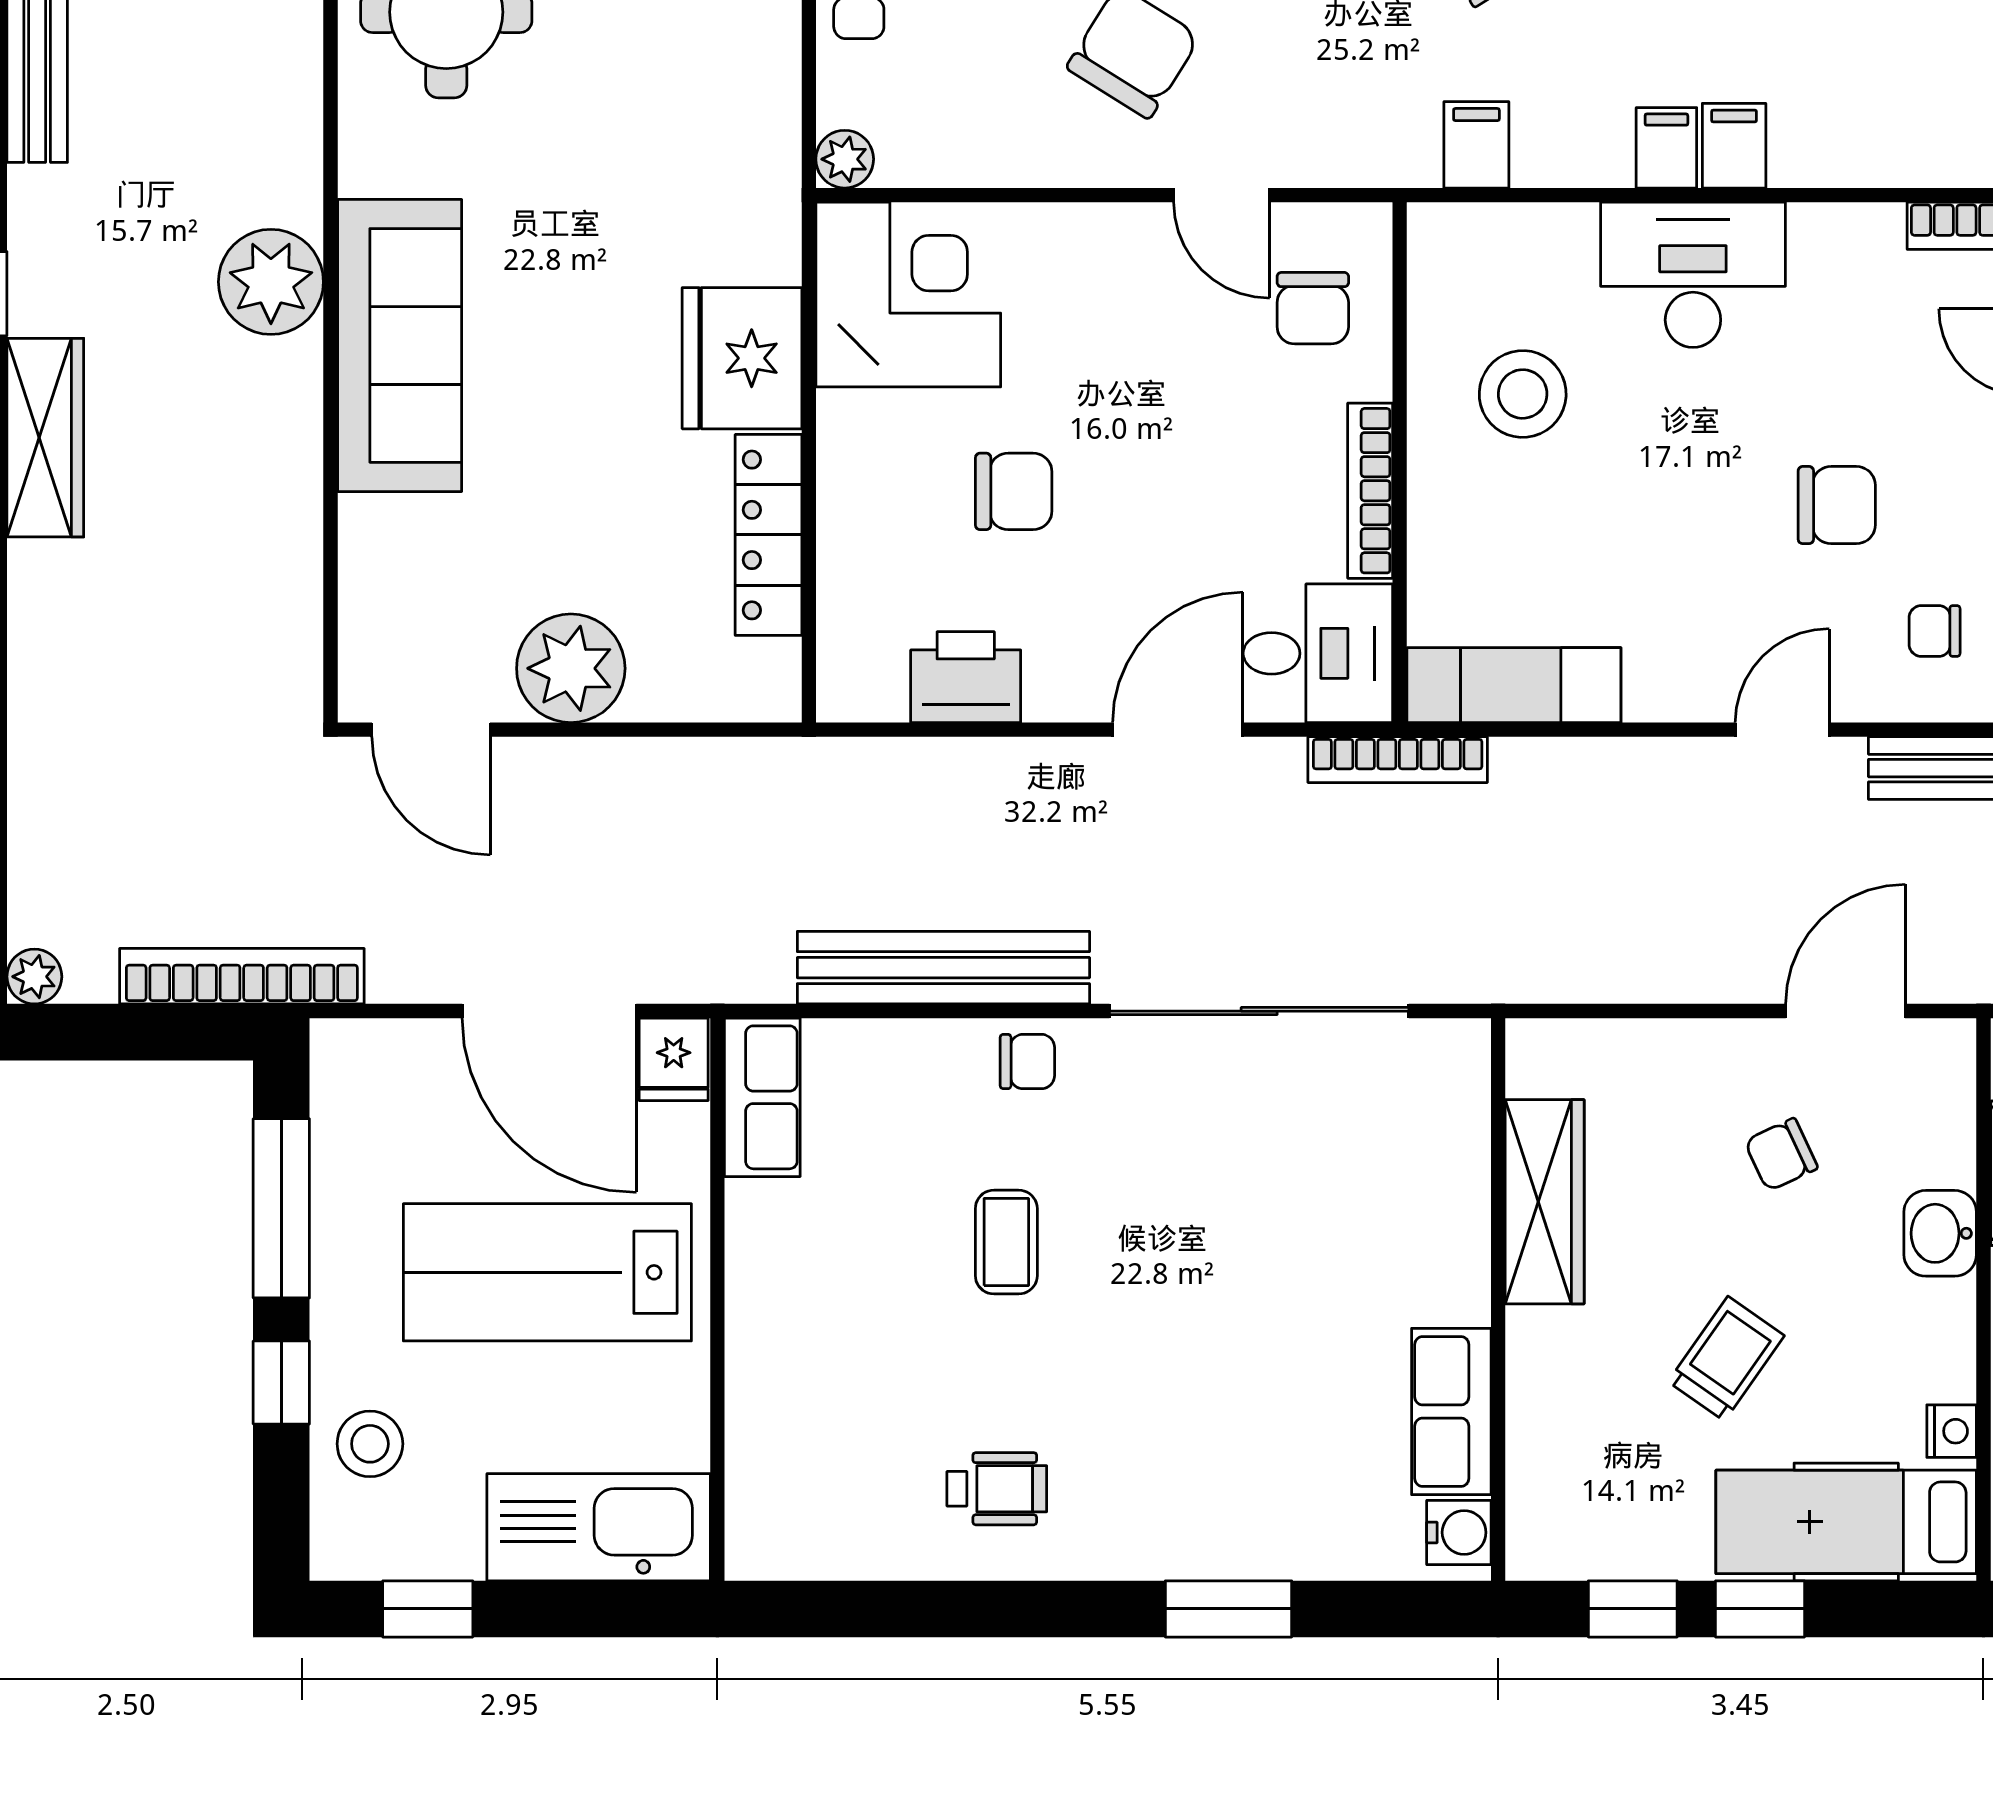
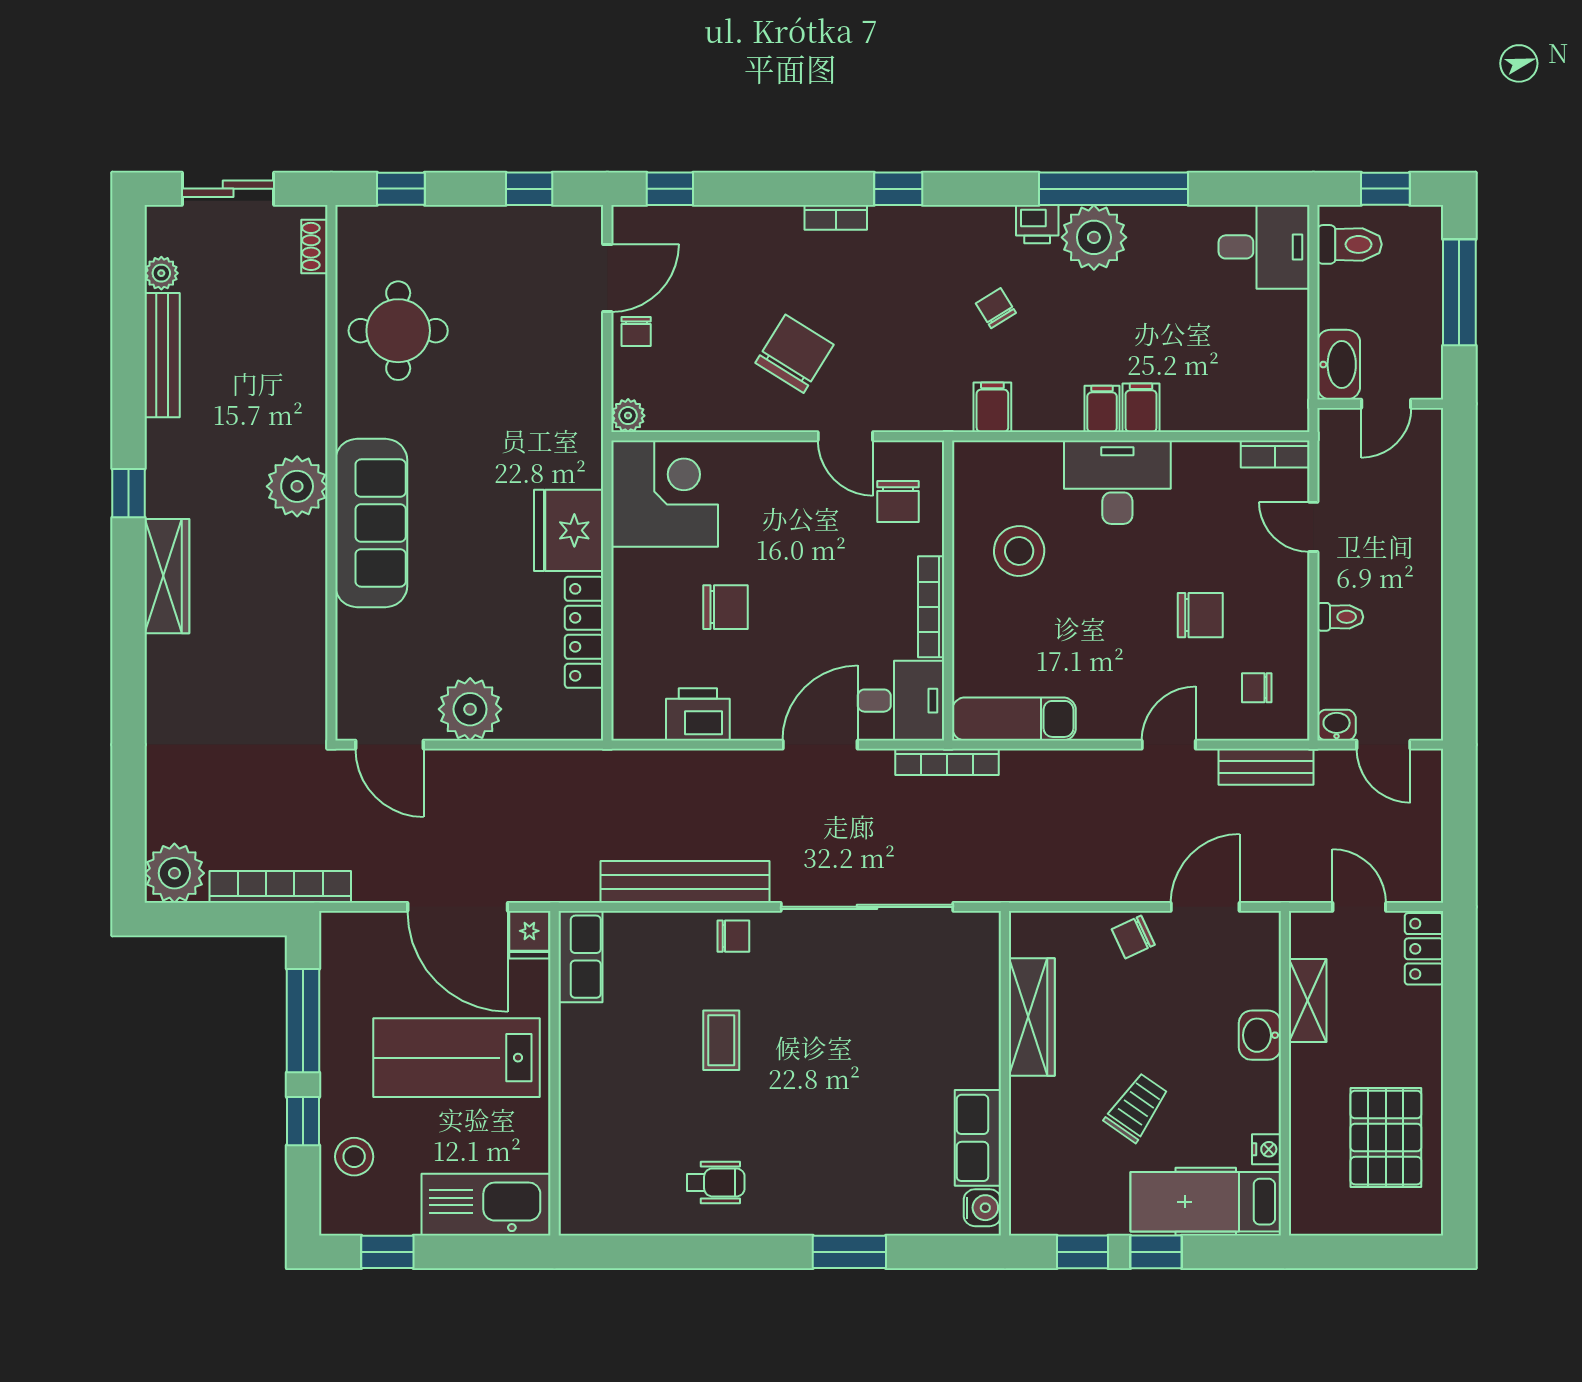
plant: (34, 977) -> (174, 873), width x1.88, depth x1.88
chair: (1781, 1155) -> (1133, 937), moved

